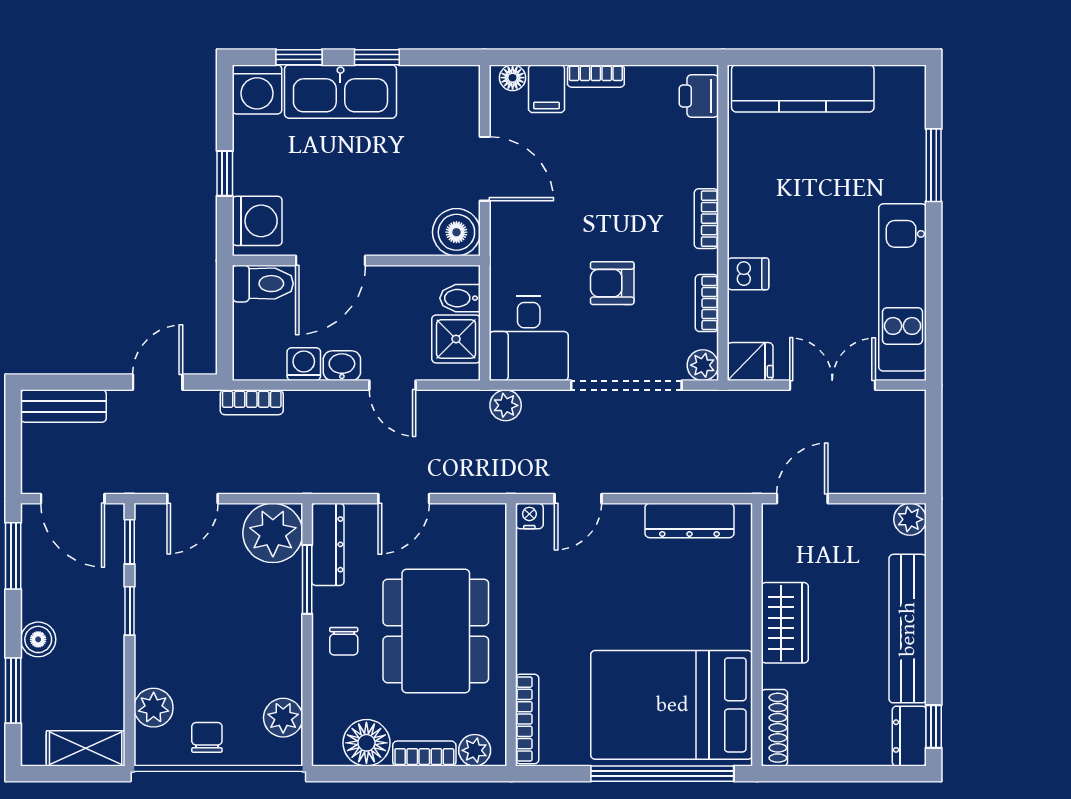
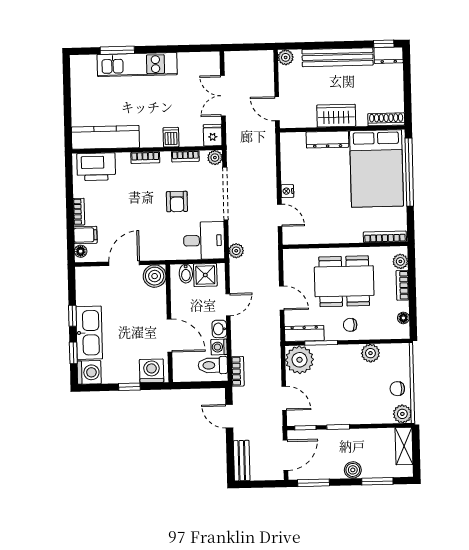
kitchen counter: (803, 88) -> (105, 137), moved, turned -90
printer: (699, 96) -> (96, 167), width x1.87, depth x1.48
toilet: (263, 284) -> (213, 365), moved, turned -90
kitchen unit: (903, 287) -> (137, 65), moved
nightstand: (529, 516) -> (287, 191), moved
dresser: (689, 520) -> (327, 140), moved, turned 90
chair: (344, 641) -> (350, 325), turned 180
plant: (154, 708) -> (402, 414), moved
plant: (283, 718) -> (370, 353), moved
floor lamp: (366, 743) -> (403, 318), width x0.53, depth x0.53

